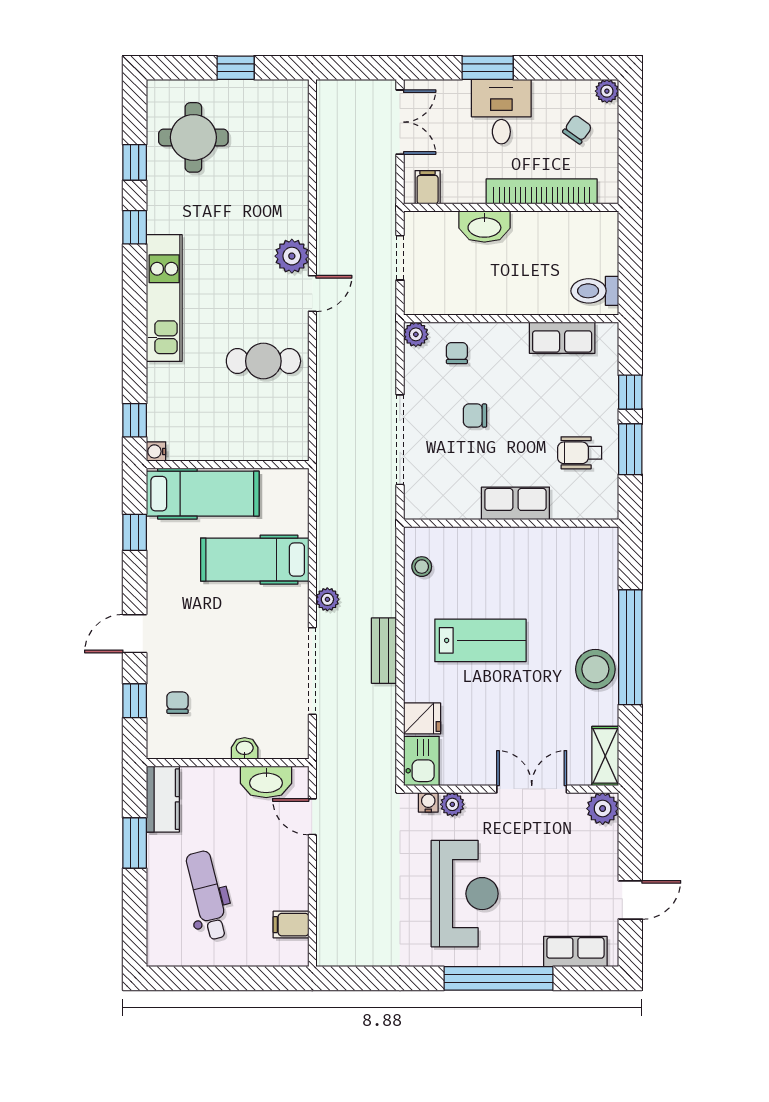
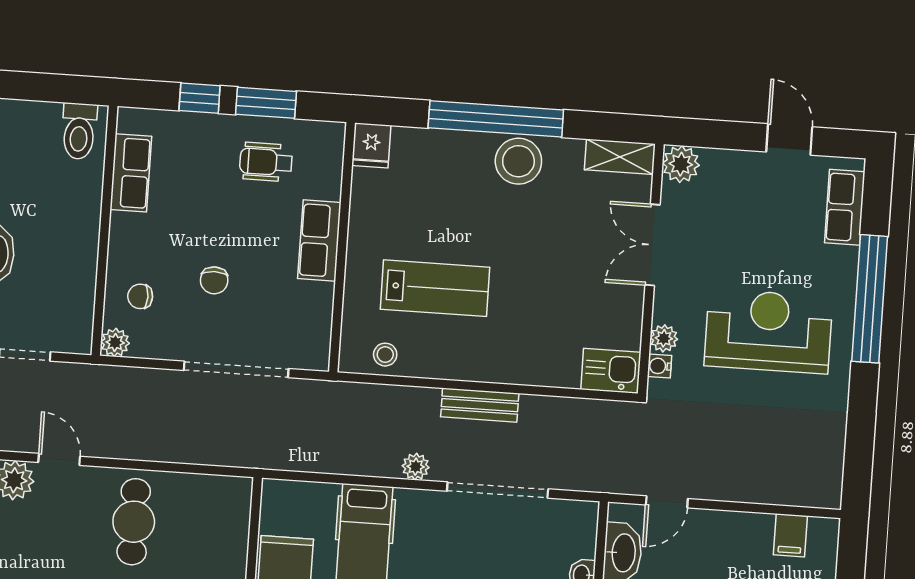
wheelchair: (580, 453) -> (266, 162), turned 90
lab bench: (480, 640) -> (435, 288), moved, turned 90
fridge: (422, 718) -> (371, 145), moved, turned 180

